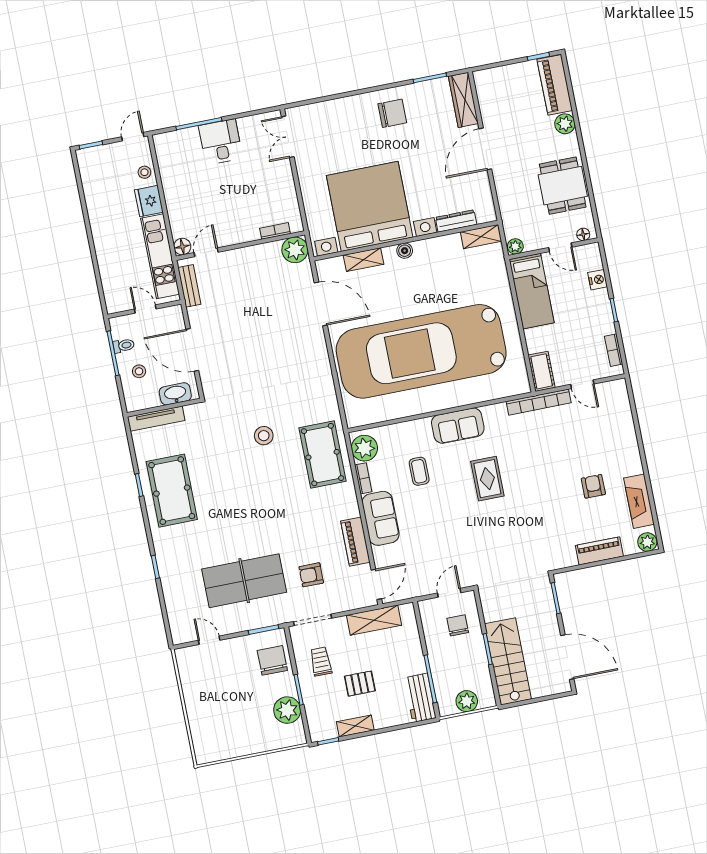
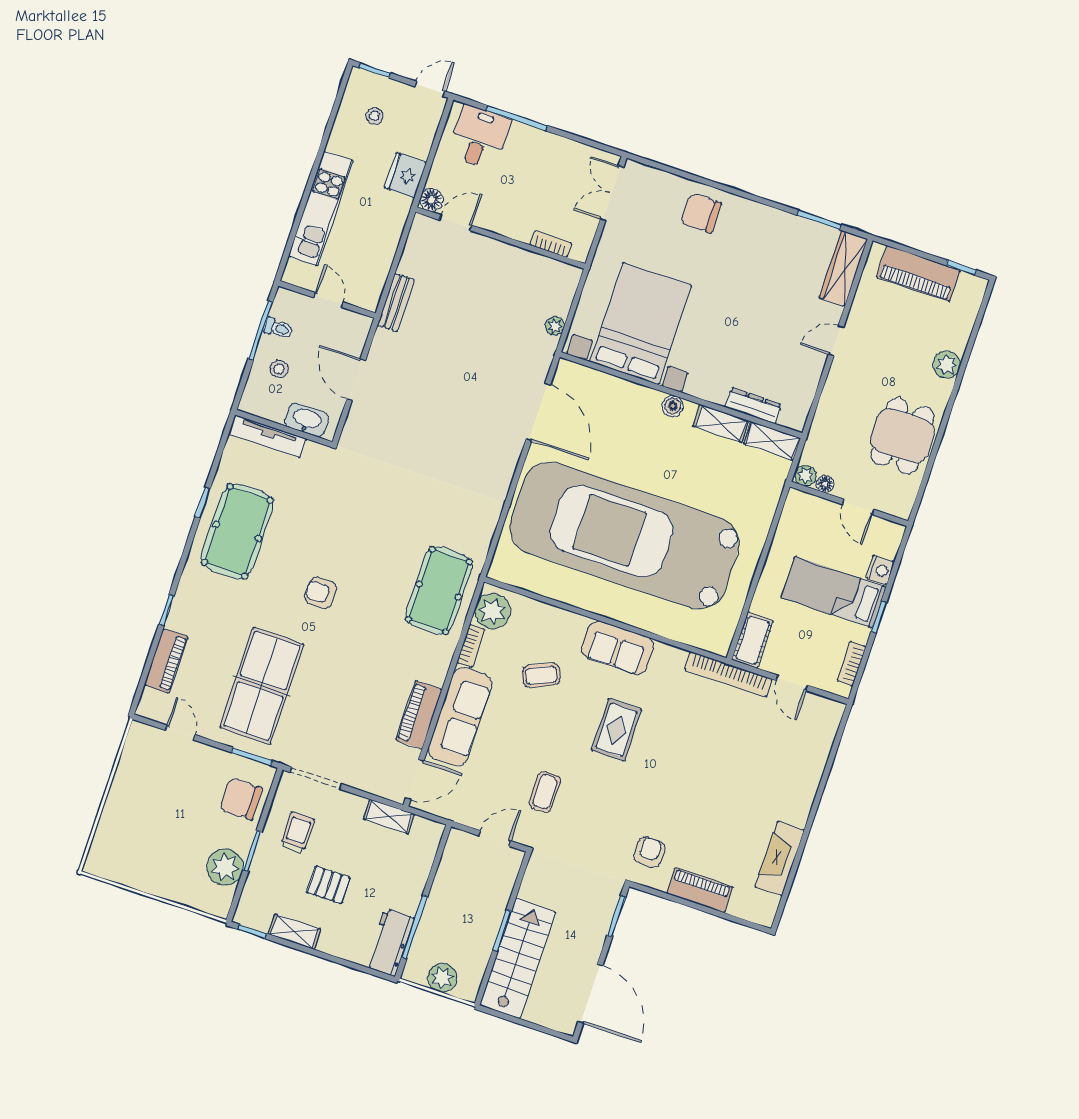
piano: (555, 85) -> (918, 274), moved, turned -90
chair: (392, 113) -> (701, 213), moved, turned 180
desk: (221, 142) -> (479, 137), moved
door: (485, 149) -> (836, 341), width x0.53
stool: (144, 172) -> (375, 116), moved
bed with nightstands: (370, 206) -> (641, 323), width x0.73
bookcase: (275, 231) -> (551, 244), moved
floor lamp: (583, 234) -> (825, 484), moved
wall: (240, 246) -> (500, 238), moved
floor lamp: (182, 247) -> (431, 200), moved
plant: (295, 250) -> (555, 326), width x0.53, depth x0.53
door: (206, 252) -> (456, 223), moved
kitchen unit: (160, 256) -> (321, 209), moved, turned 180
shelving: (363, 260) -> (721, 423), moved
bed: (532, 291) -> (834, 592), moved, turned 90
door: (192, 350) -> (356, 380), width x0.73
stool: (264, 436) -> (382, 529), removed
coffee table: (419, 471) -> (541, 675), turned 66
armchair: (593, 486) -> (649, 852), moved
sofa: (381, 518) -> (460, 717), width x1.36
plant: (647, 542) -> (762, 912), removed
coffee table: (464, 545) -> (545, 792), added
armchair: (311, 575) -> (321, 593), moved
table tennis table: (244, 581) -> (262, 686), turned 90
piano: (174, 600) -> (166, 661), added
shelving: (374, 620) -> (389, 817), width x0.67, depth x0.75
chair: (458, 625) -> (483, 882), removed
chair: (272, 660) -> (241, 799), turned -90

